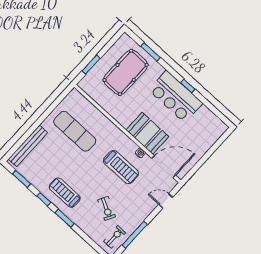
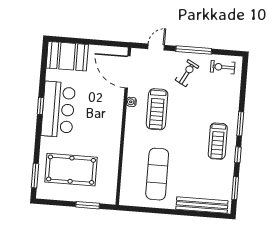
window: (151, 52) -> (35, 176), moved
booth: (147, 133) -> (67, 56), moved, turned 90
treadmill: (121, 167) -> (157, 109), turned 180
door: (166, 201) -> (156, 47), swing flipped
exercise bike: (106, 208) -> (187, 73), moved
window: (135, 235) -> (194, 50), moved

